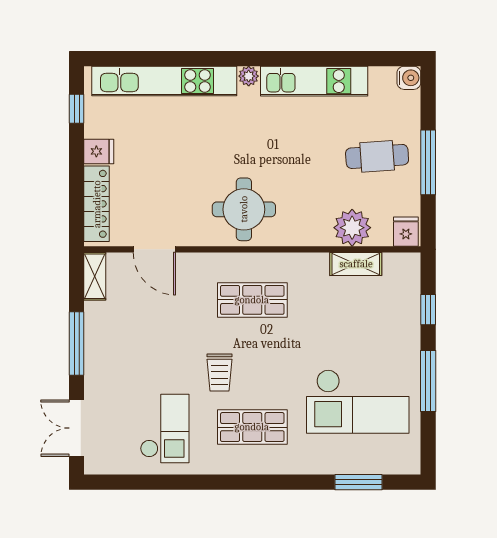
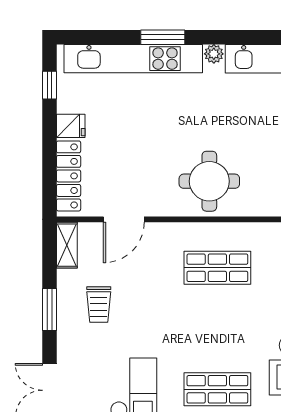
window: (195, 59) -> (163, 37), added
door: (154, 249) -> (124, 219), hinge flipped
window: (77, 344) -> (49, 309), width x0.69
trolley: (219, 372) -> (99, 305), moved

